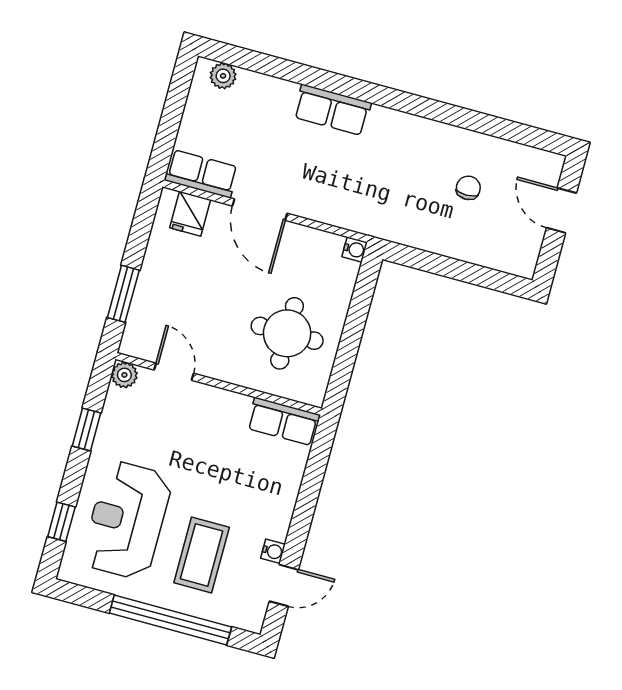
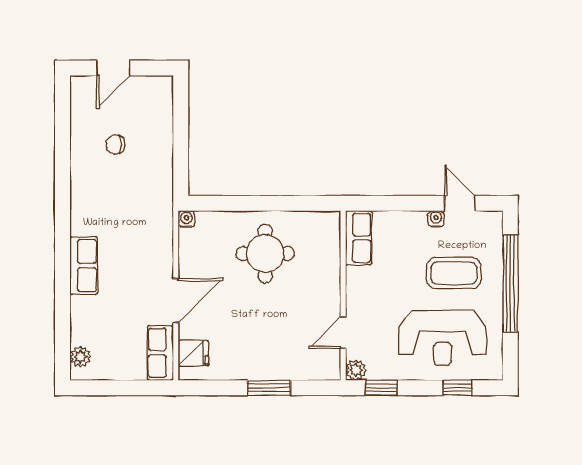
door: (174, 372) -> (343, 333), moved
plant: (124, 375) -> (356, 370), moved
wall: (219, 384) -> (343, 296), moved
row of seats: (283, 422) -> (359, 238), moved

